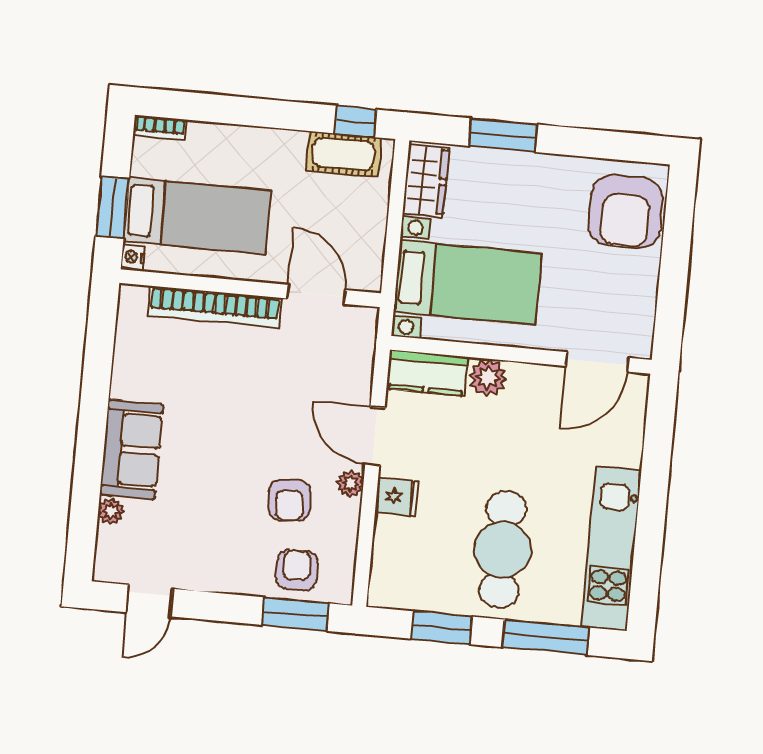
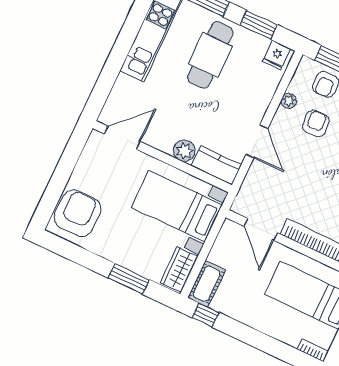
cot: (344, 154) -> (207, 284), moved, turned 90
plant: (350, 483) -> (289, 101), moved
fridge: (397, 497) -> (276, 55), moved, turned -90

